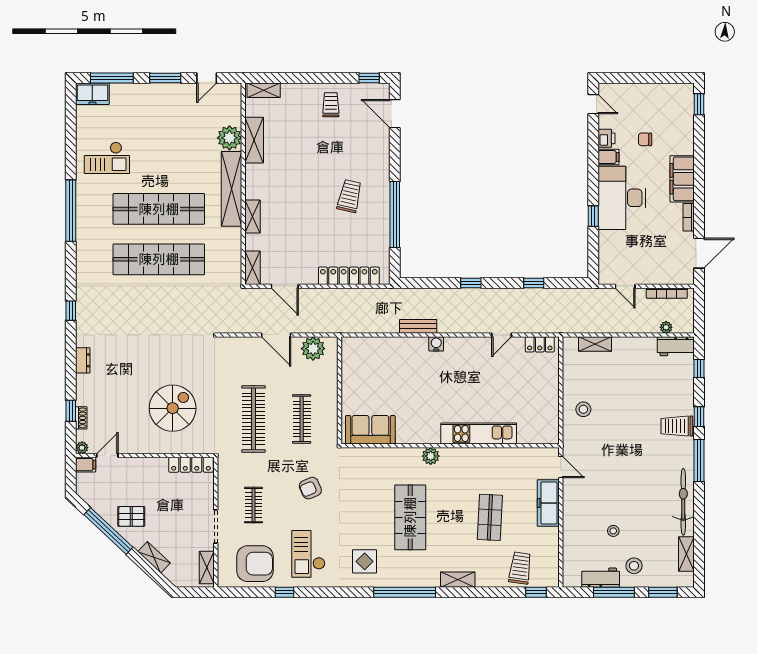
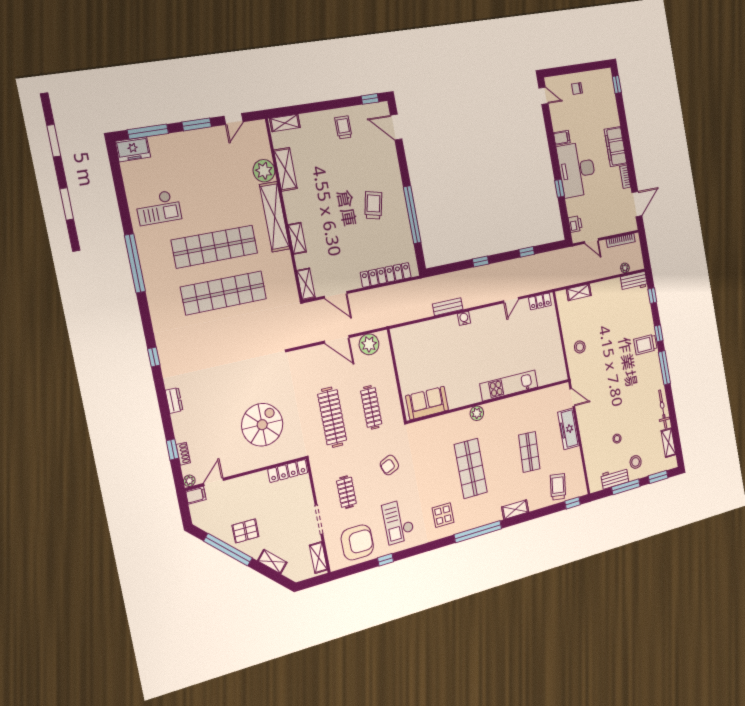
printer: (606, 138) -> (575, 224), moved
chair: (645, 139) -> (577, 88), moved
bicycle: (683, 502) -> (663, 409), width x0.73, depth x0.71

